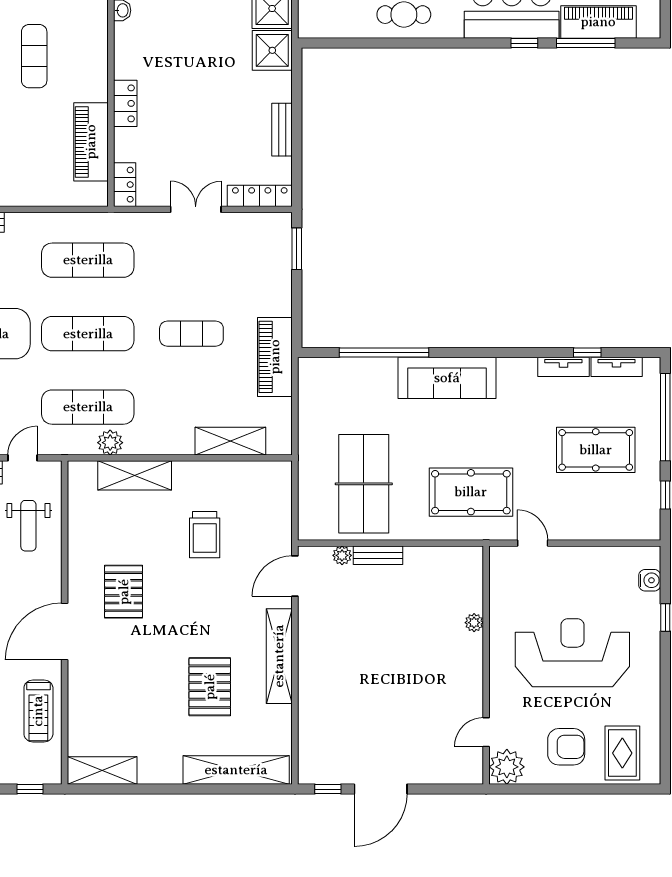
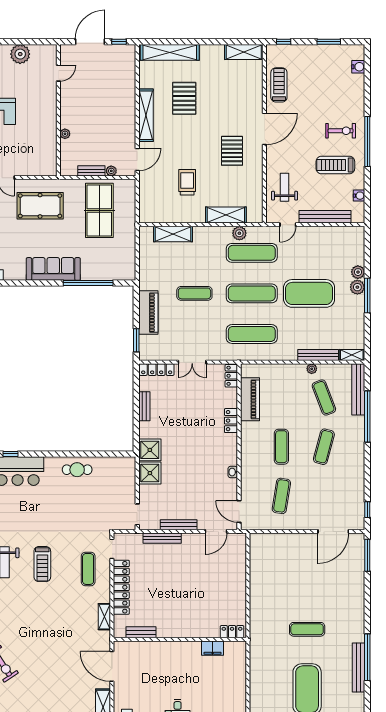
piano: (275, 357) -> (148, 313), moved
plant: (474, 623) -> (65, 134), moved
wall: (486, 665) -> (58, 110), moved
door: (486, 732) -> (58, 73), moved

